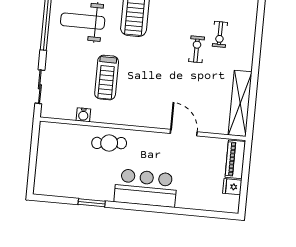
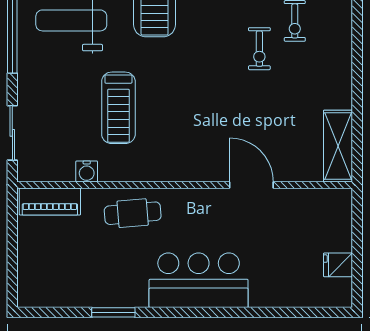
exercise bike: (197, 49) -> (259, 49), turned 180
shelving: (240, 103) -> (338, 146), width x0.68
piano: (235, 159) -> (50, 201), moved, turned -90

